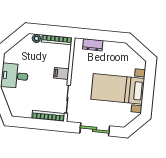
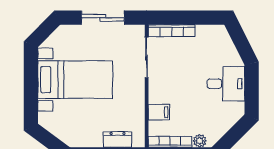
filing cabinet: (61, 73) -> (159, 112), moved

